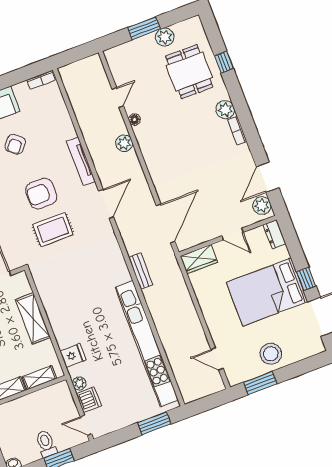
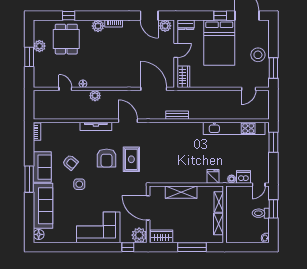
dining table: (189, 72) -> (66, 39), turned 90
kitchen unit: (147, 344) -> (234, 128), width x0.73

